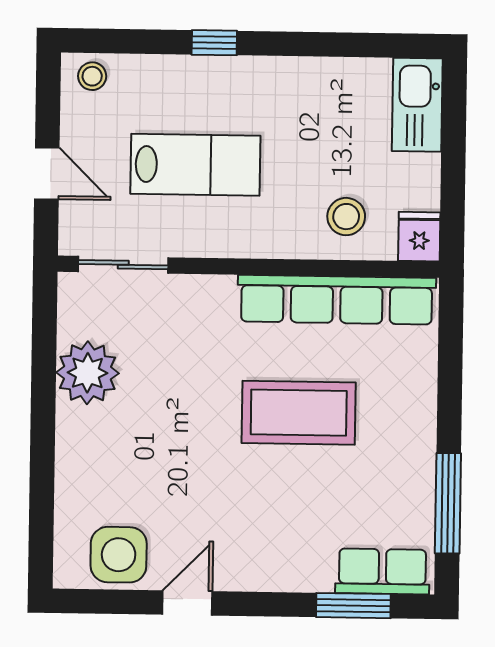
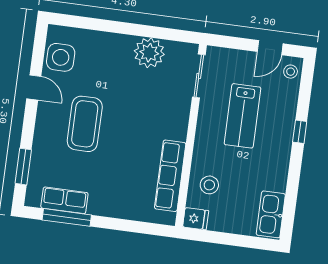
kitchen sink: (417, 105) -> (271, 214), moved, turned -90
door: (47, 173) -> (270, 48), moved
row of seats: (337, 300) -> (170, 176), width x0.73
coffee table: (299, 413) -> (85, 124), moved
row of seats: (382, 571) -> (64, 200), moved, turned -90

